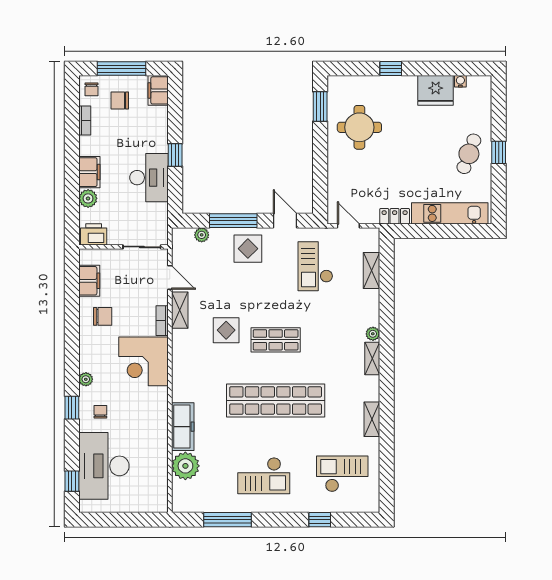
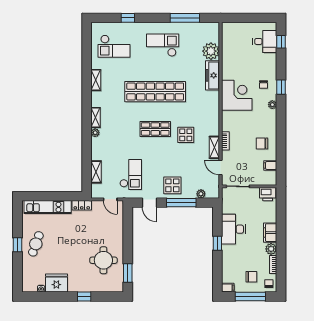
filing cabinet: (158, 90) -> (228, 288), width x0.50
plant: (88, 198) -> (271, 249), moved
filing cabinet: (89, 281) -> (270, 165), width x0.50
corner desk: (144, 361) -> (237, 95), moved
desk: (104, 466) -> (265, 41), width x0.53, depth x0.77

